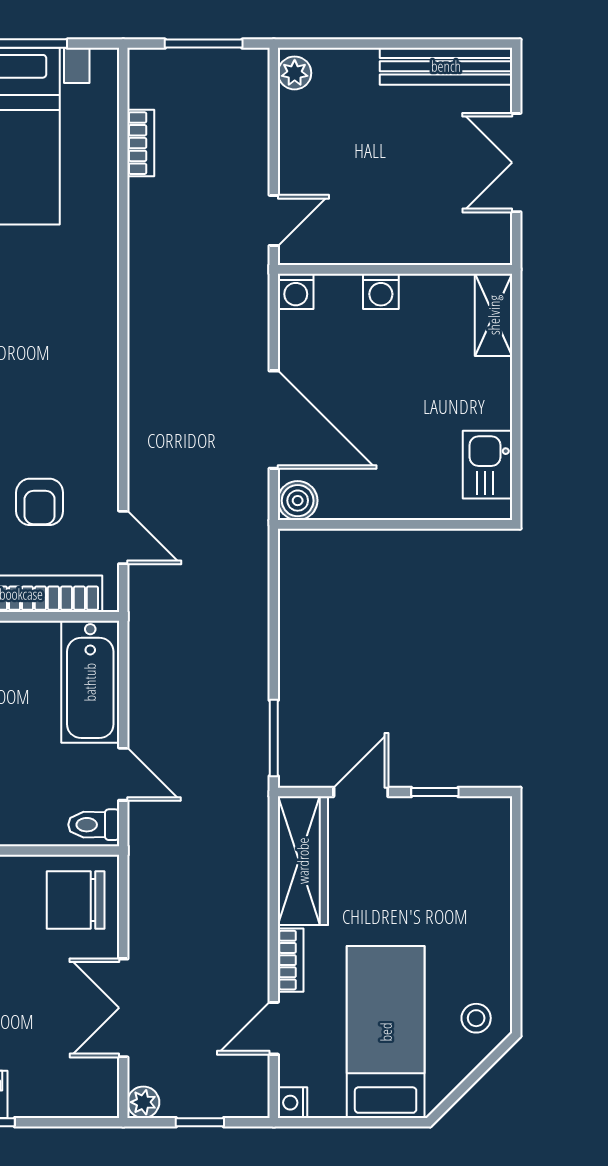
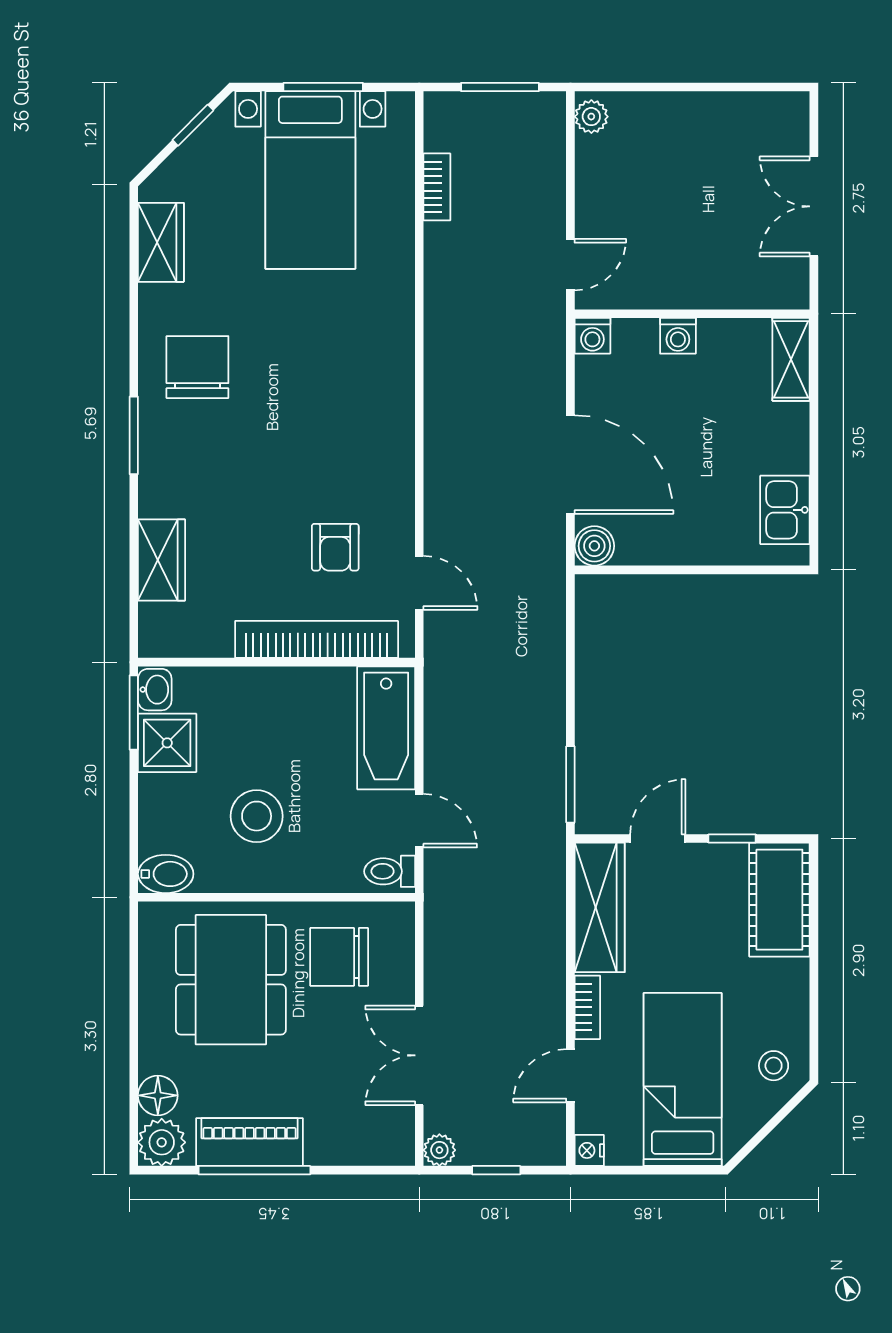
bench: (446, 66) -> (743, 110), removed
cot: (482, 853) -> (779, 900), added
chair: (76, 900) -> (339, 957), moved

